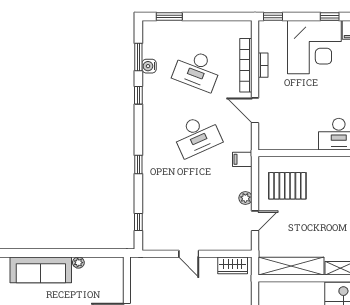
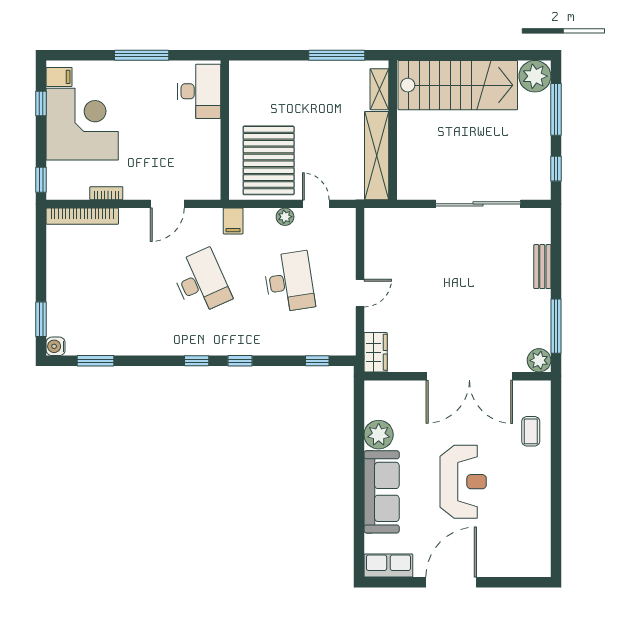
bookcase: (246, 65) -> (82, 216), moved
water cooler: (149, 66) -> (56, 346), moved, turned 90
desk: (197, 70) -> (289, 282), moved, turned -30
window: (138, 95) -> (197, 361), moved
pallet: (287, 186) -> (269, 160), width x1.37, depth x1.41
plant: (78, 263) -> (379, 435), width x1.88, depth x1.88
wardrobe: (233, 265) -> (376, 352), moved

